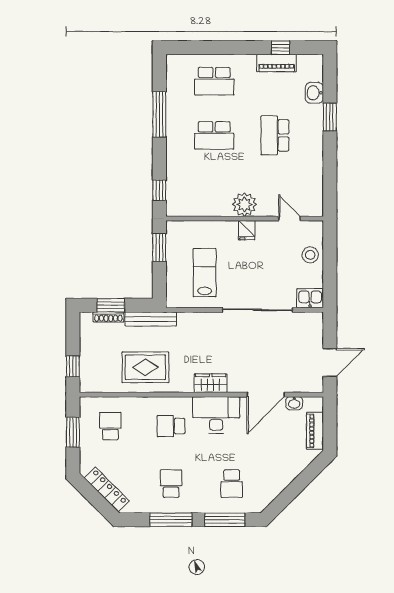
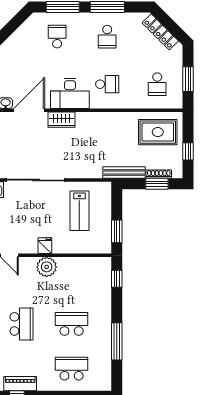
window: (73, 366) -> (188, 151), moved
rug: (145, 367) -> (158, 132), moved
wardrobe: (211, 383) -> (61, 120), moved

